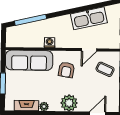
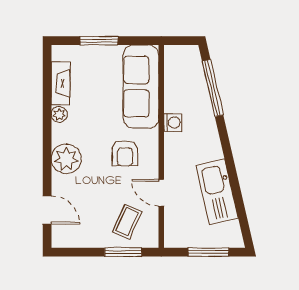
armchair: (66, 70) -> (125, 153), turned -100

